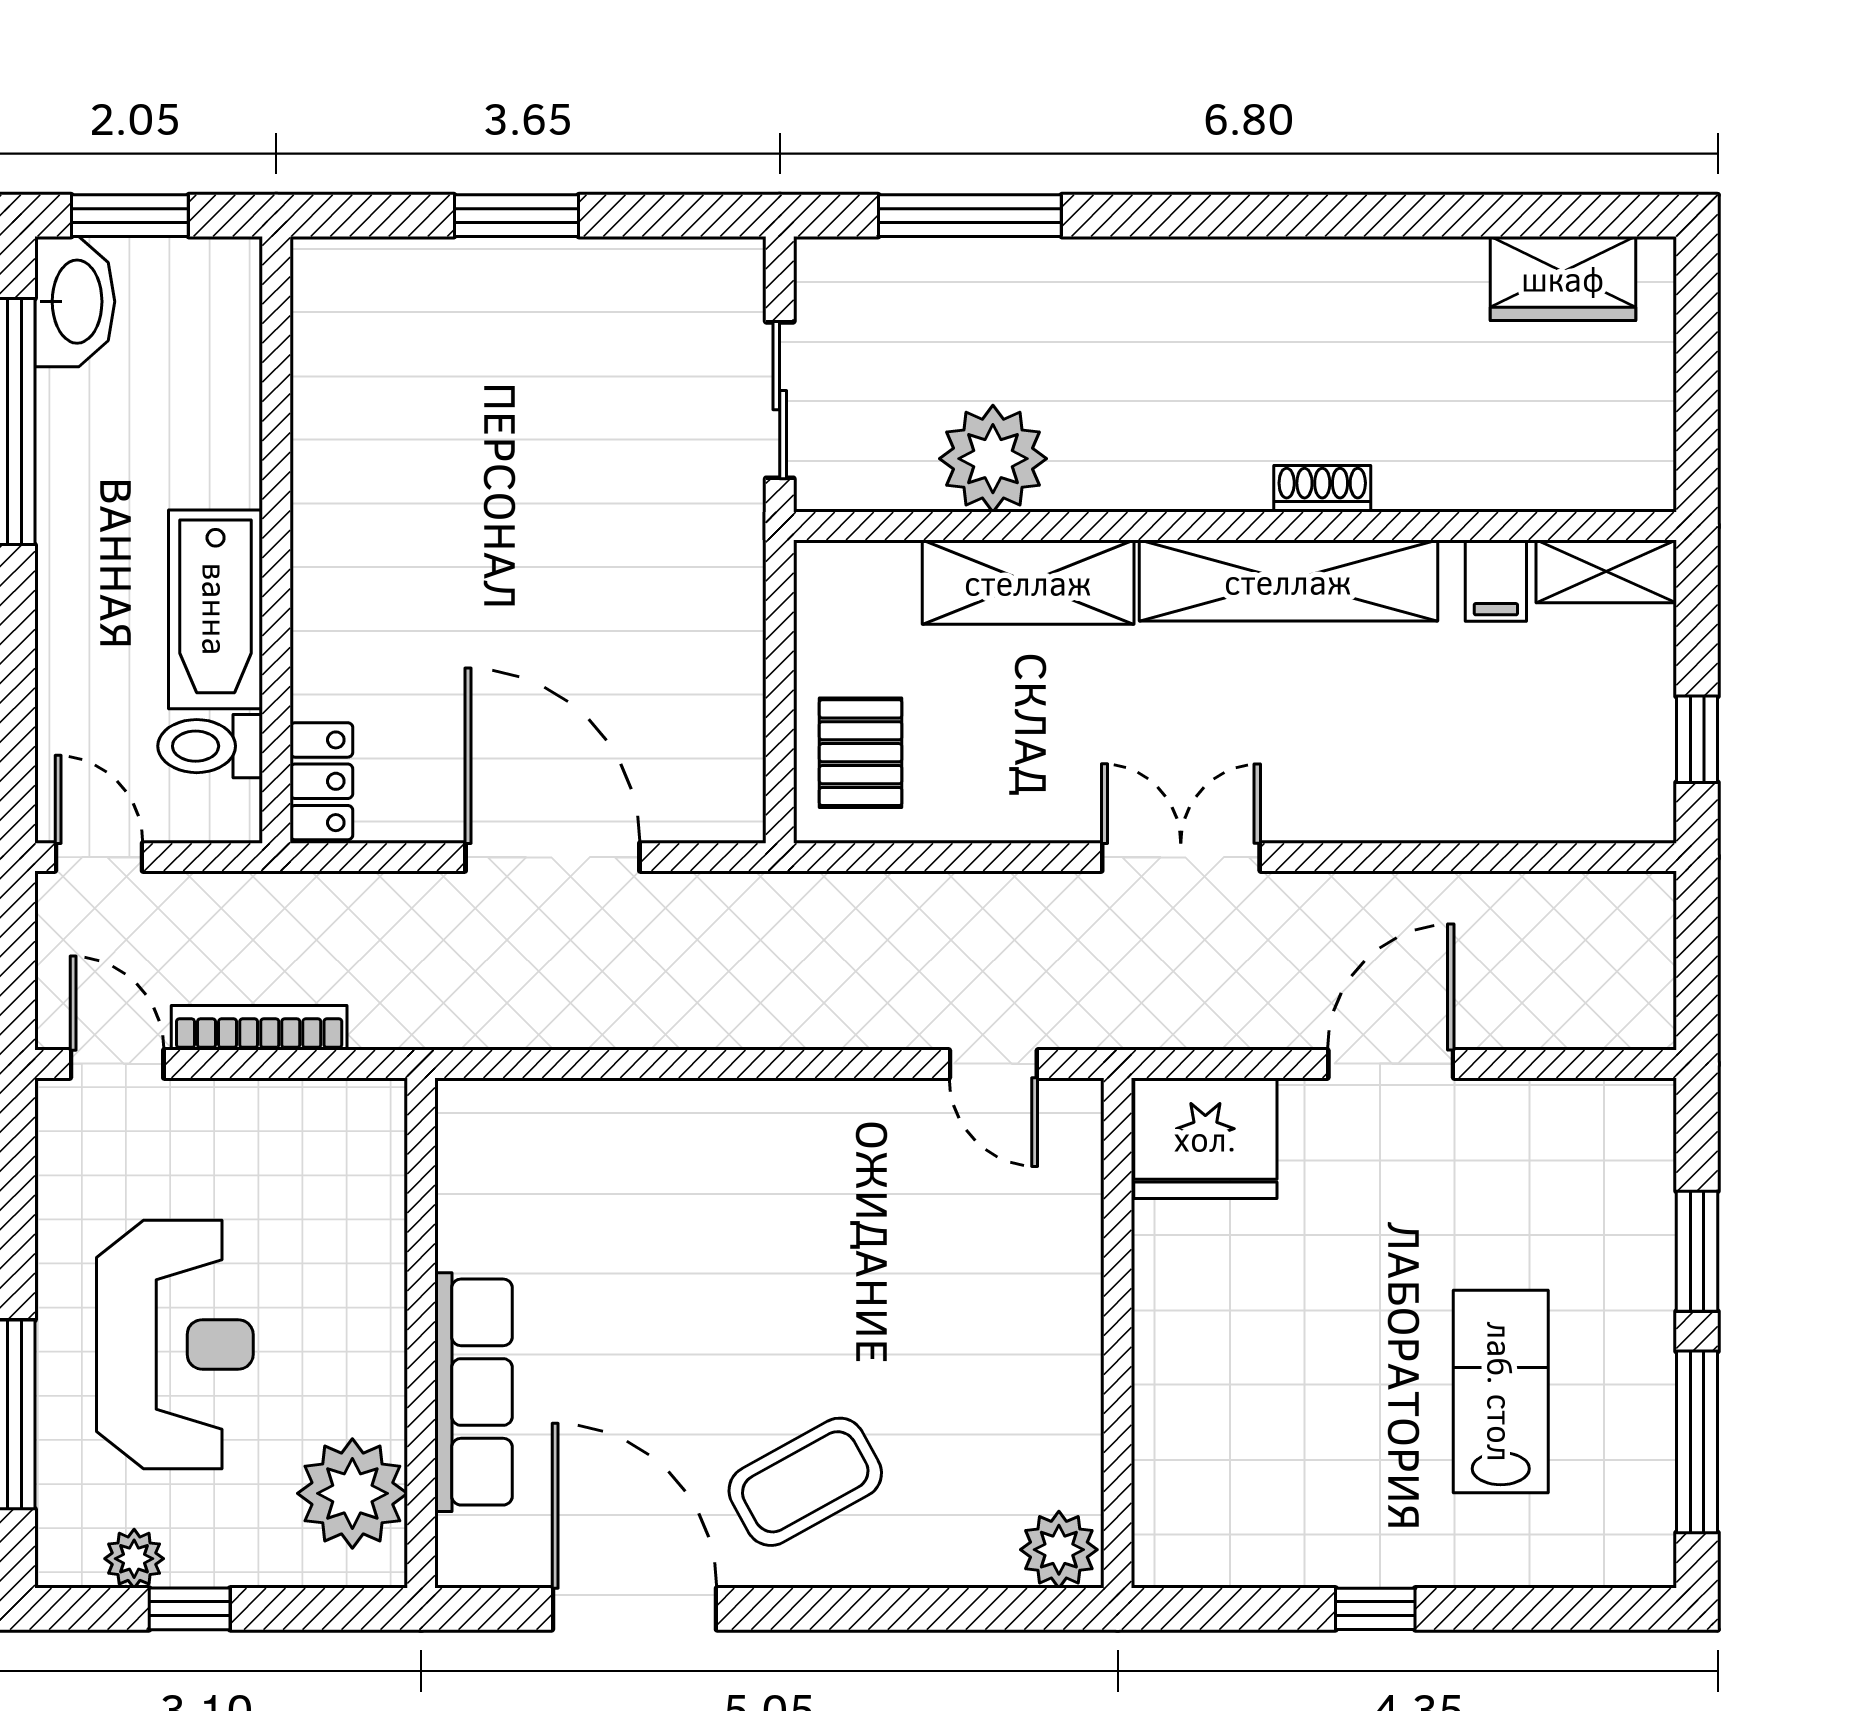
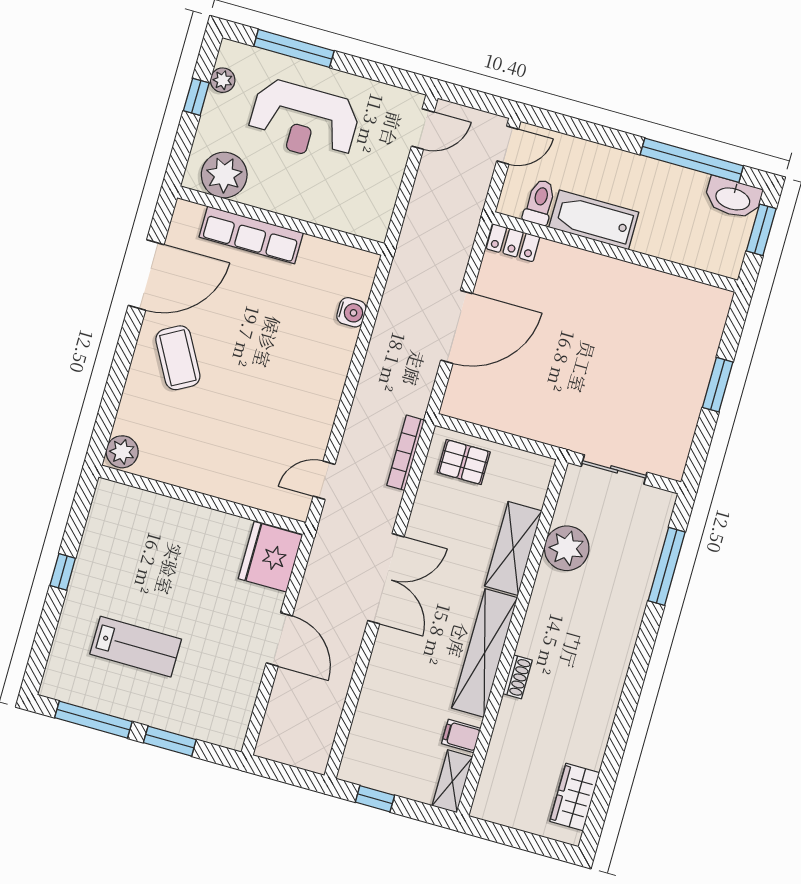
double door: (1181, 857) -> (386, 579), width x1.37
bookcase: (259, 1028) -> (406, 453), moved, turned 180
water cooler: (587, 1110) -> (351, 312), added

